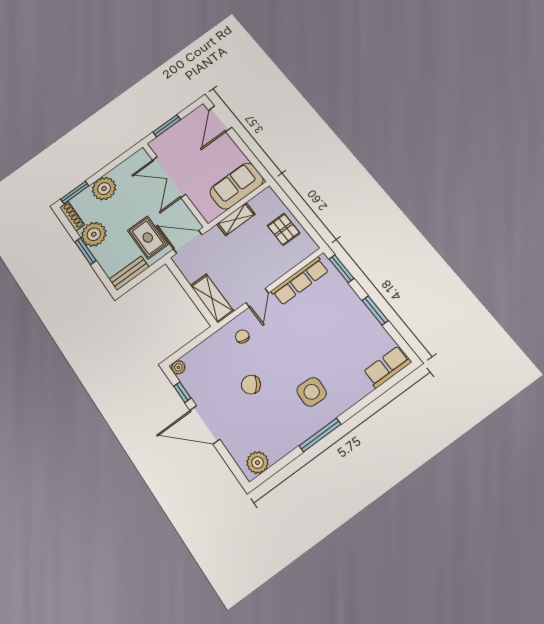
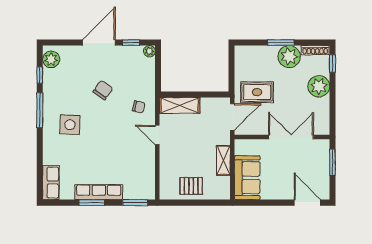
window: (75, 193) -> (332, 64), width x0.67
bench: (129, 273) -> (241, 62), removed
row of seats: (300, 281) -> (99, 192), moved, turned 90
window: (283, 463) -> (40, 75), added

